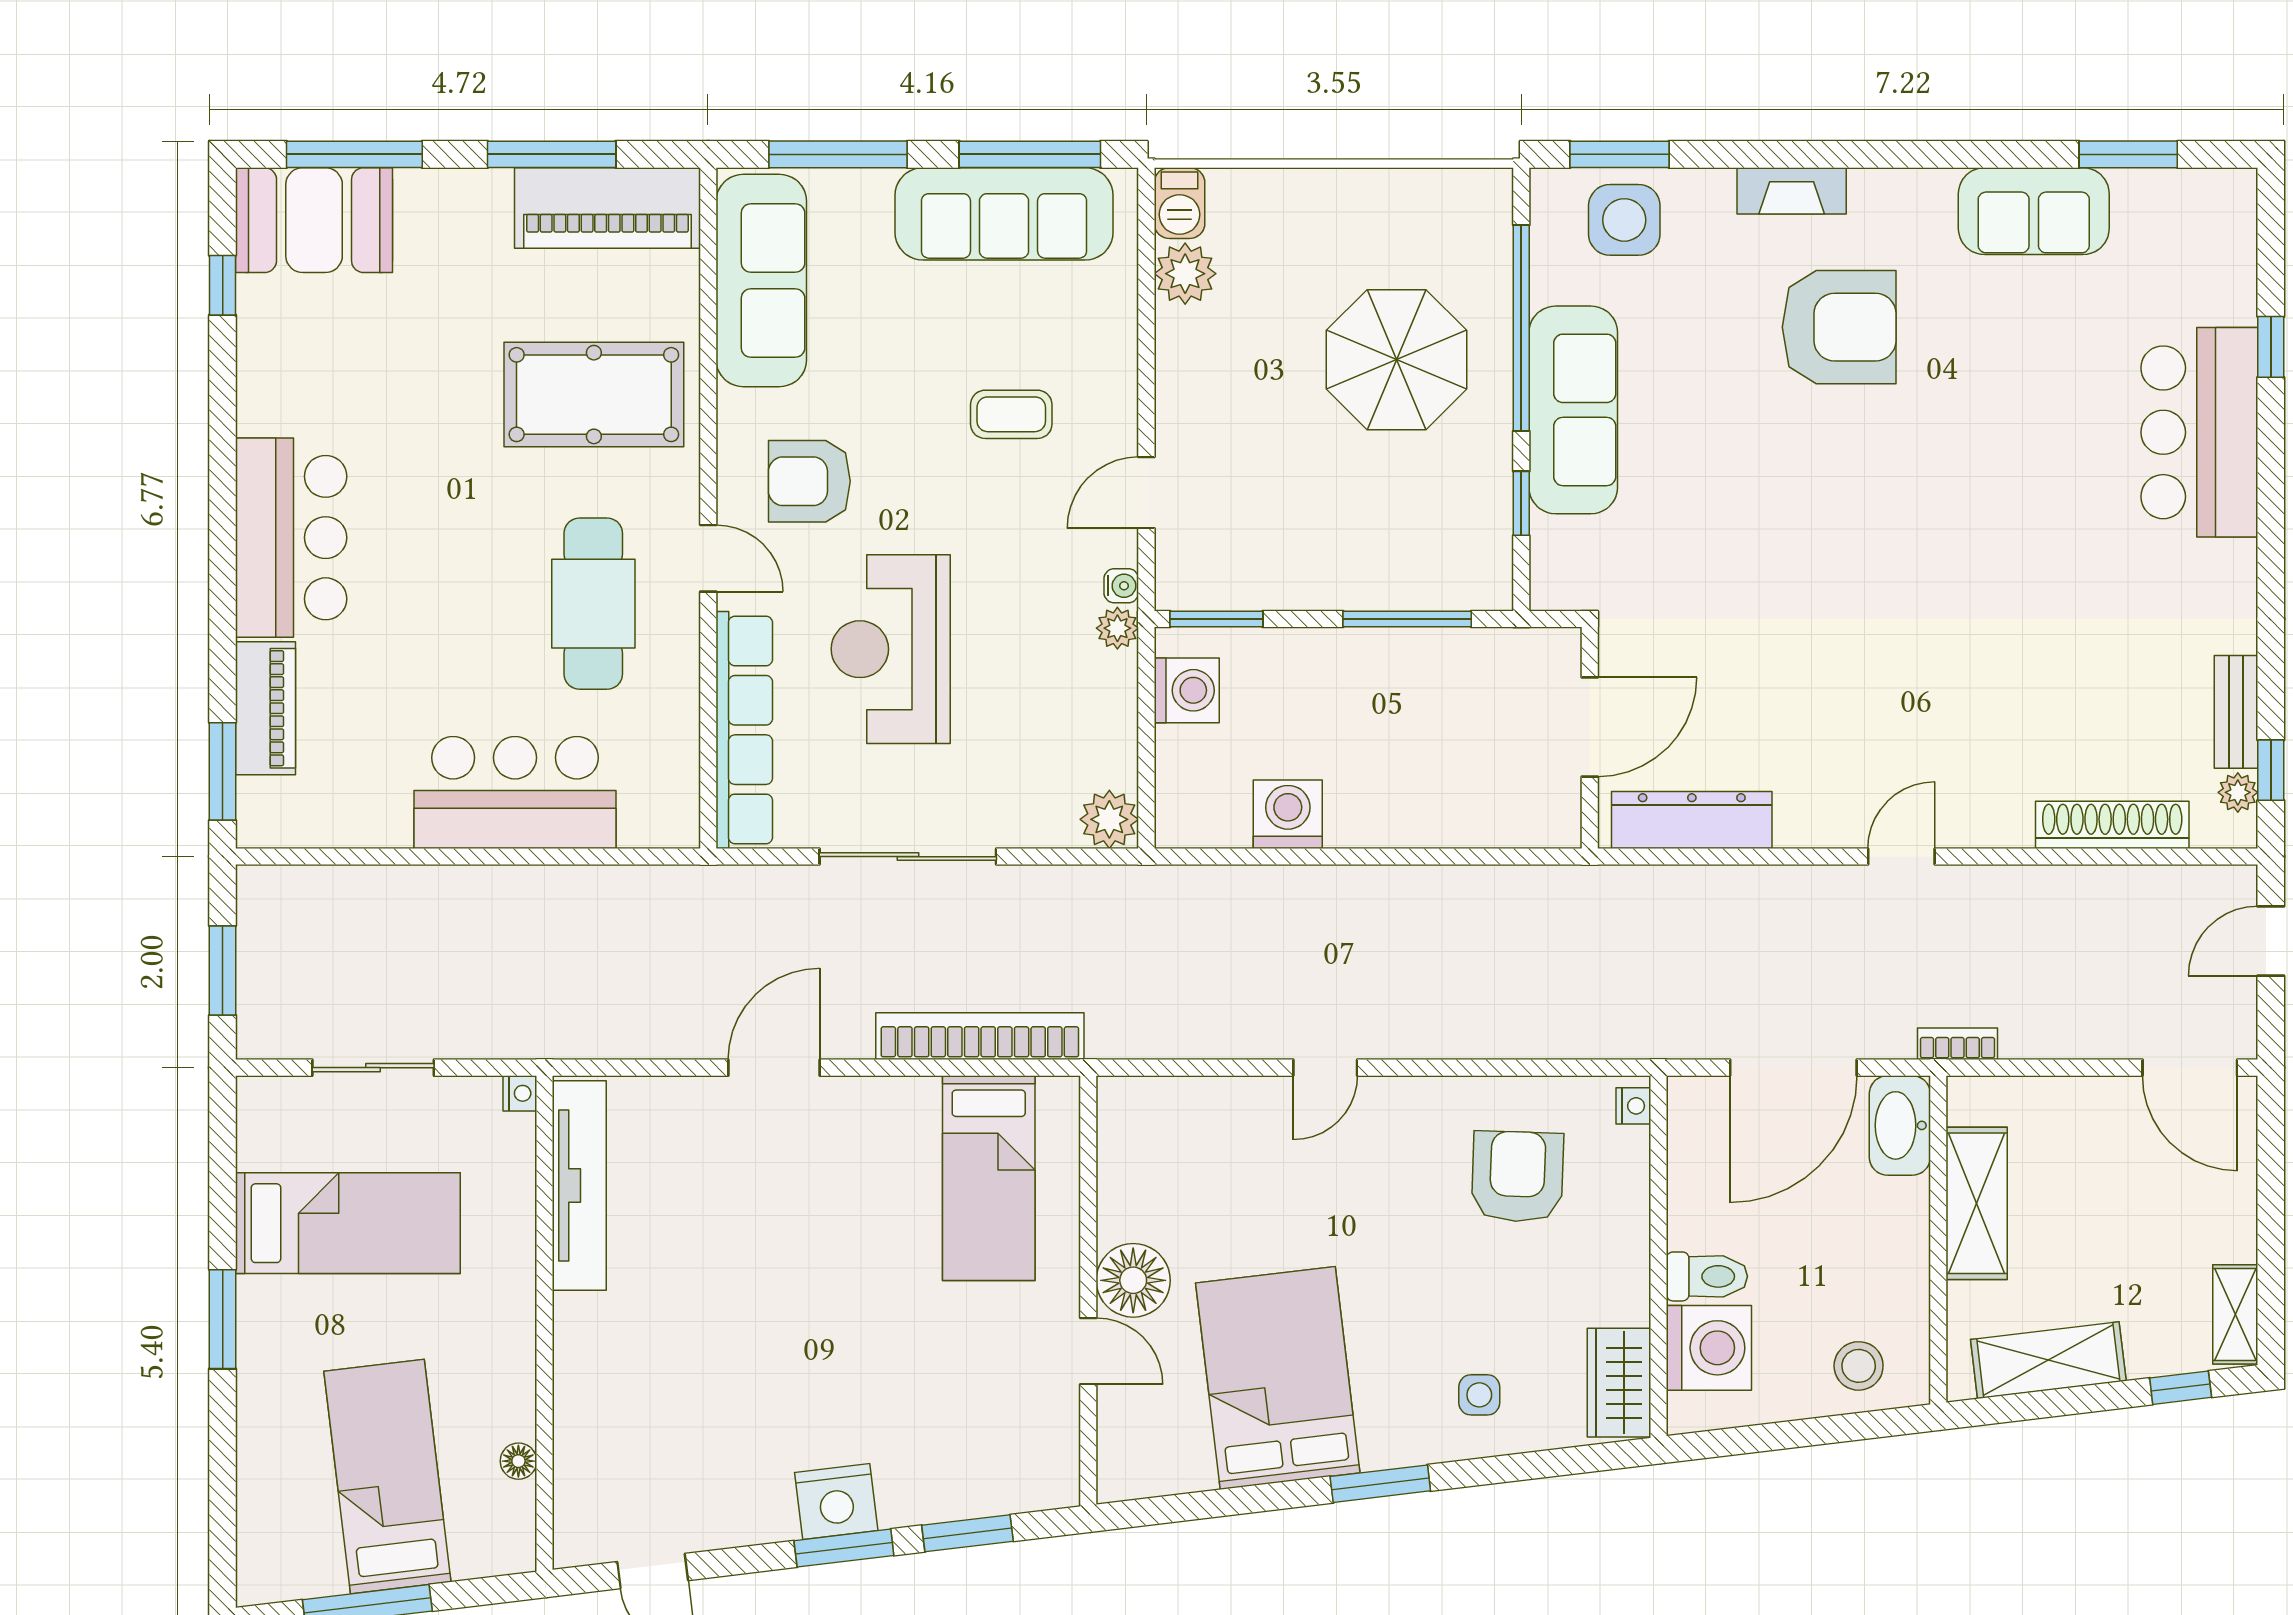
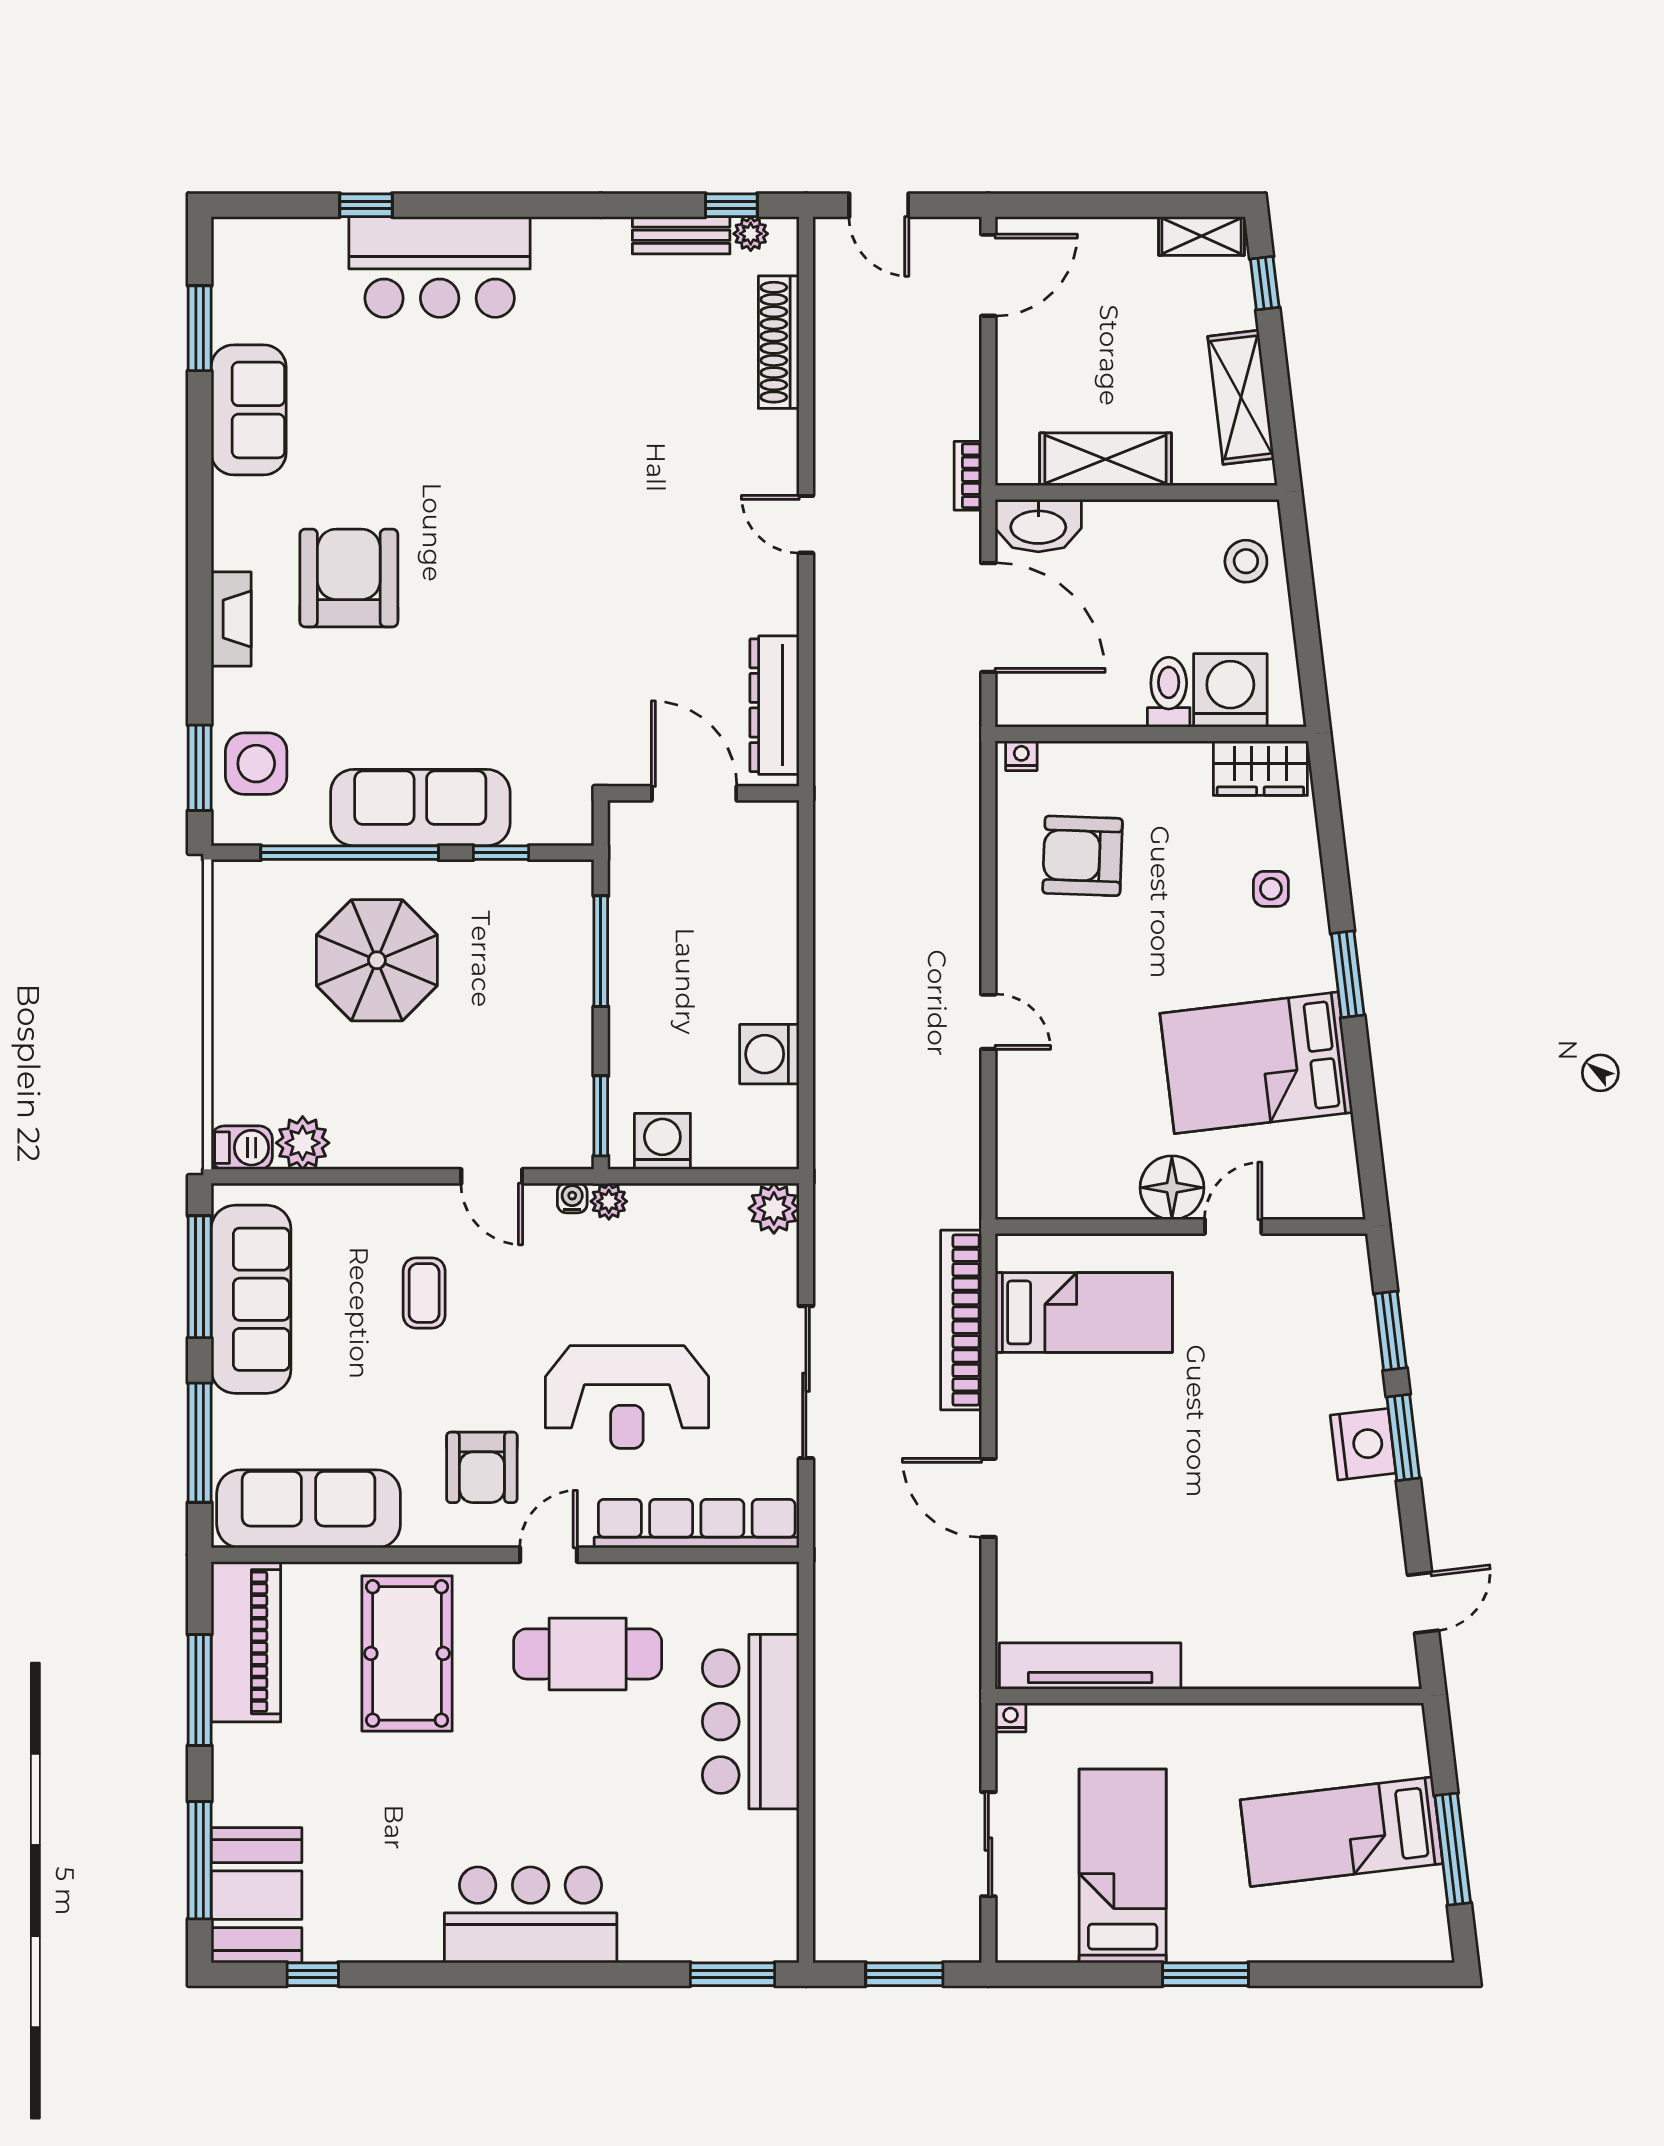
piano: (266, 708) -> (678, 1937), removed
floor lamp: (518, 1461) -> (1328, 1719), removed

